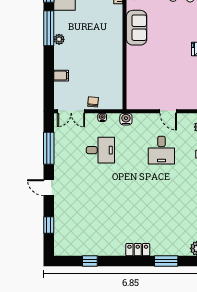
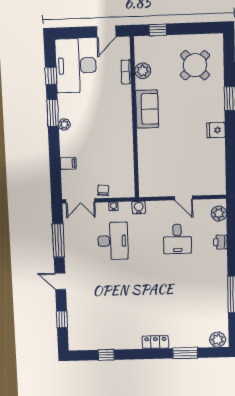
window: (49, 28) -> (53, 113), width x0.69
desk: (100, 150) -> (113, 241), width x1.37

